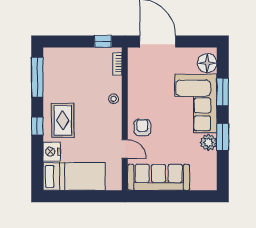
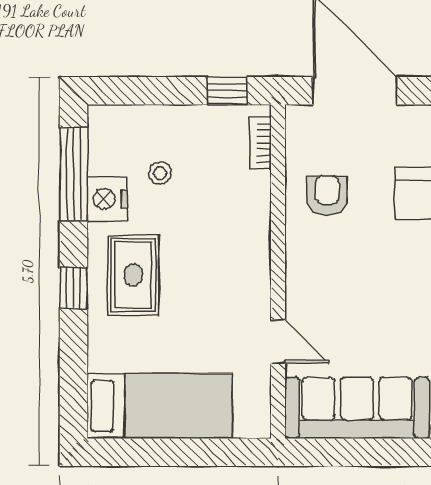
stool: (113, 99) -> (160, 173), moved
armchair: (142, 128) -> (327, 196), moved
nightstand: (52, 152) -> (107, 199), moved

